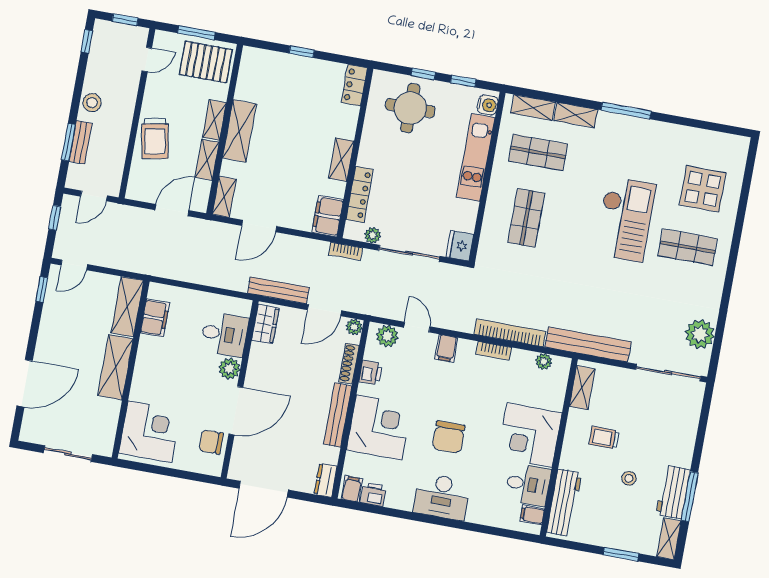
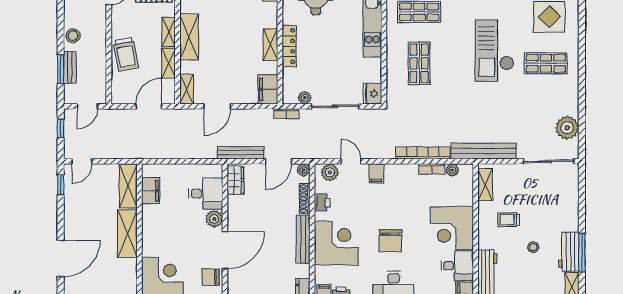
locker: (360, 194) -> (289, 46), moved
checkout: (625, 219) -> (494, 51), turned 180
bookcase: (494, 351) -> (432, 169), moved

